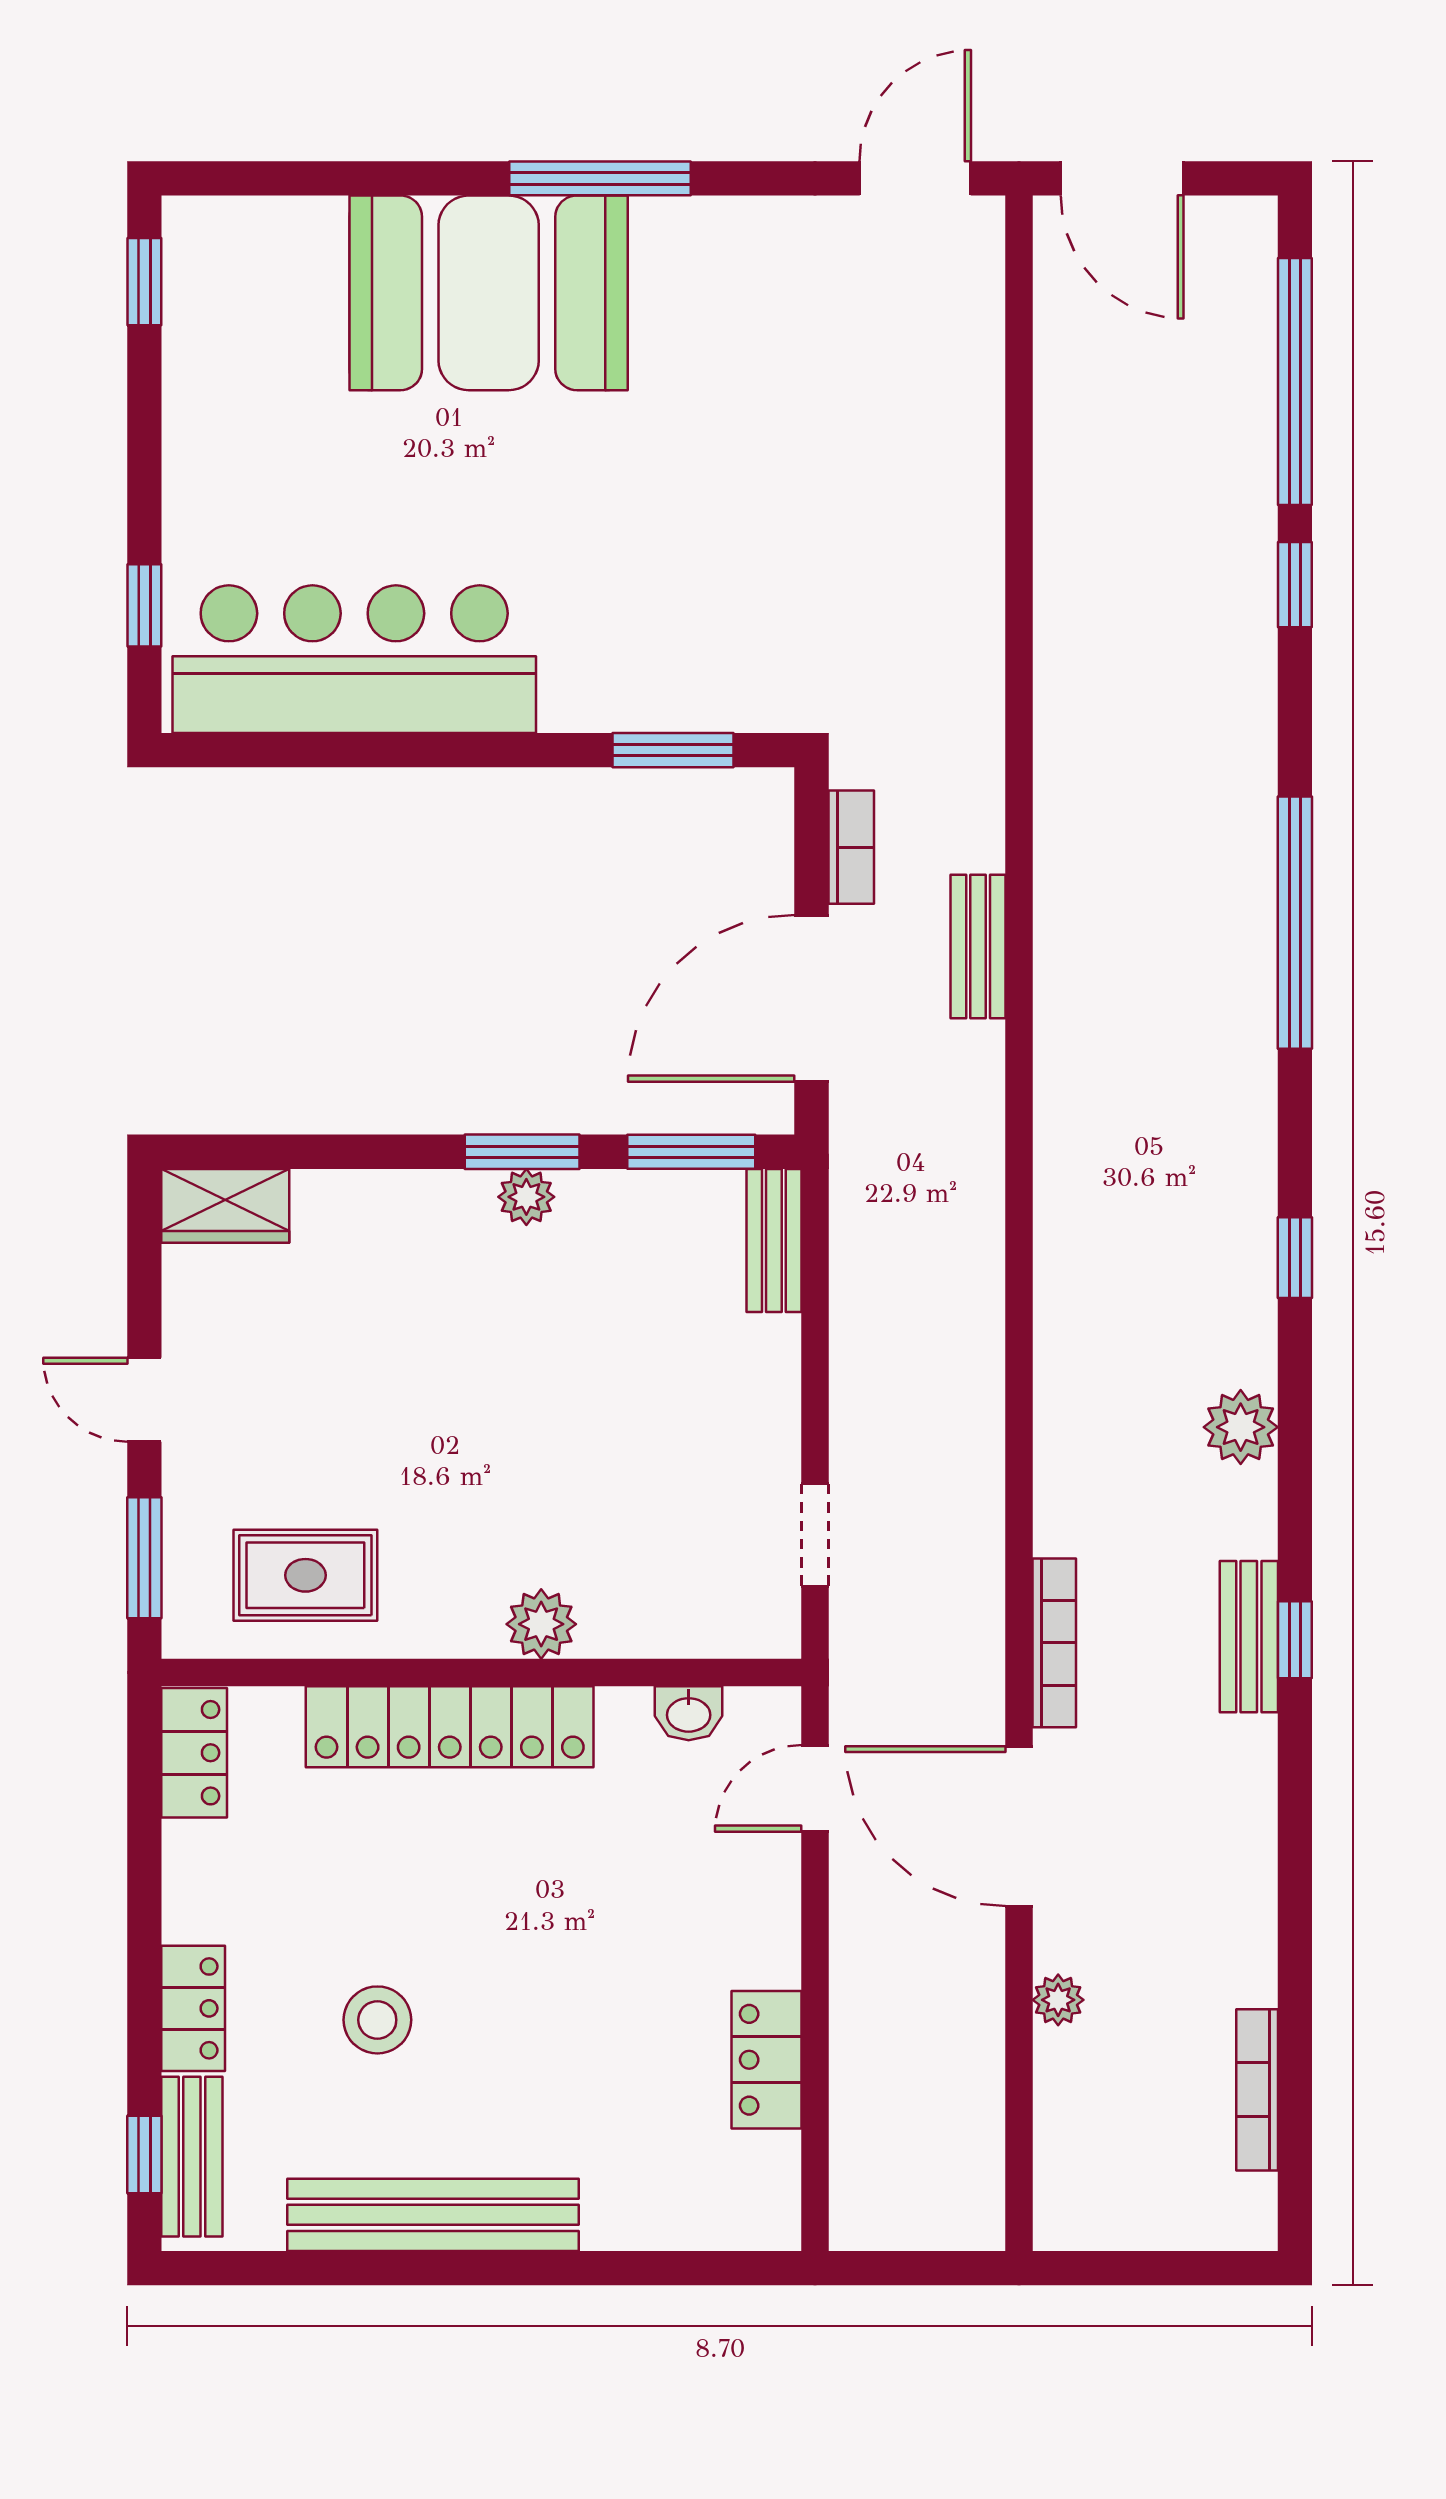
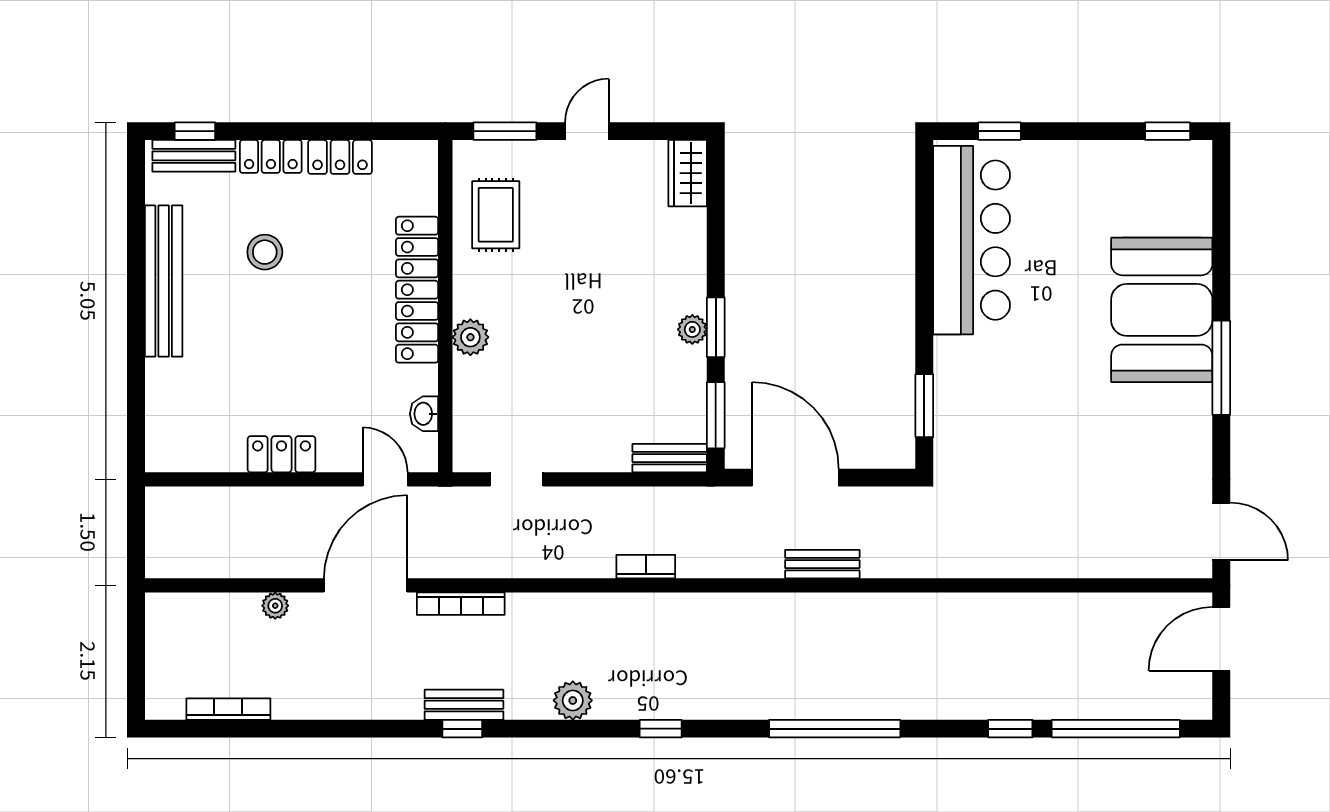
bookcase: (851, 847) -> (646, 567), moved, turned 180
locker: (194, 1753) -> (340, 157), moved
locker: (767, 2060) -> (282, 454), moved

